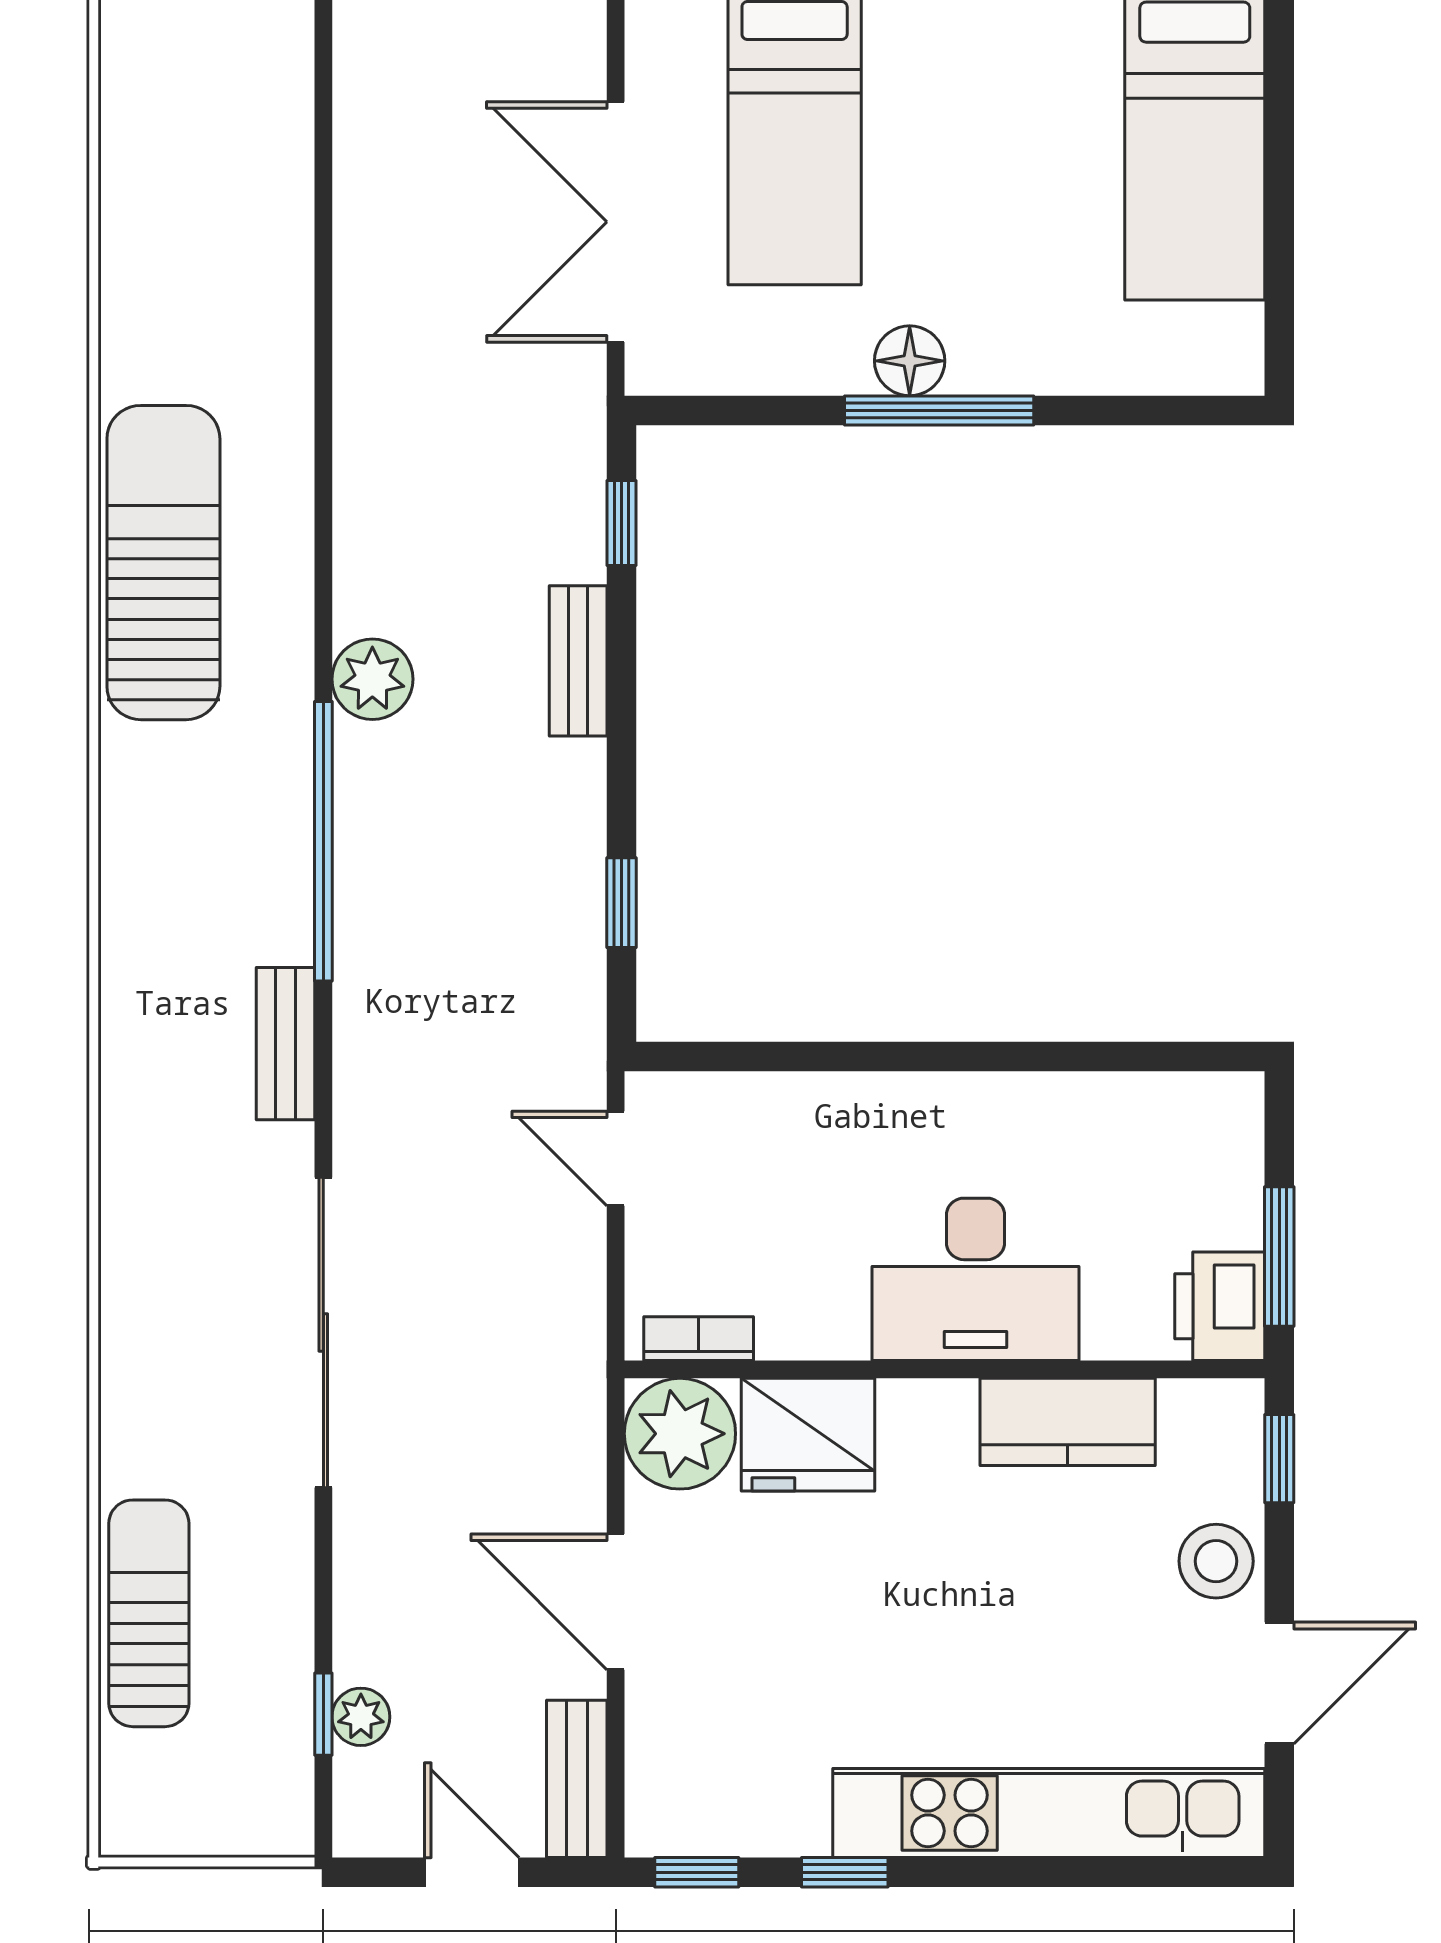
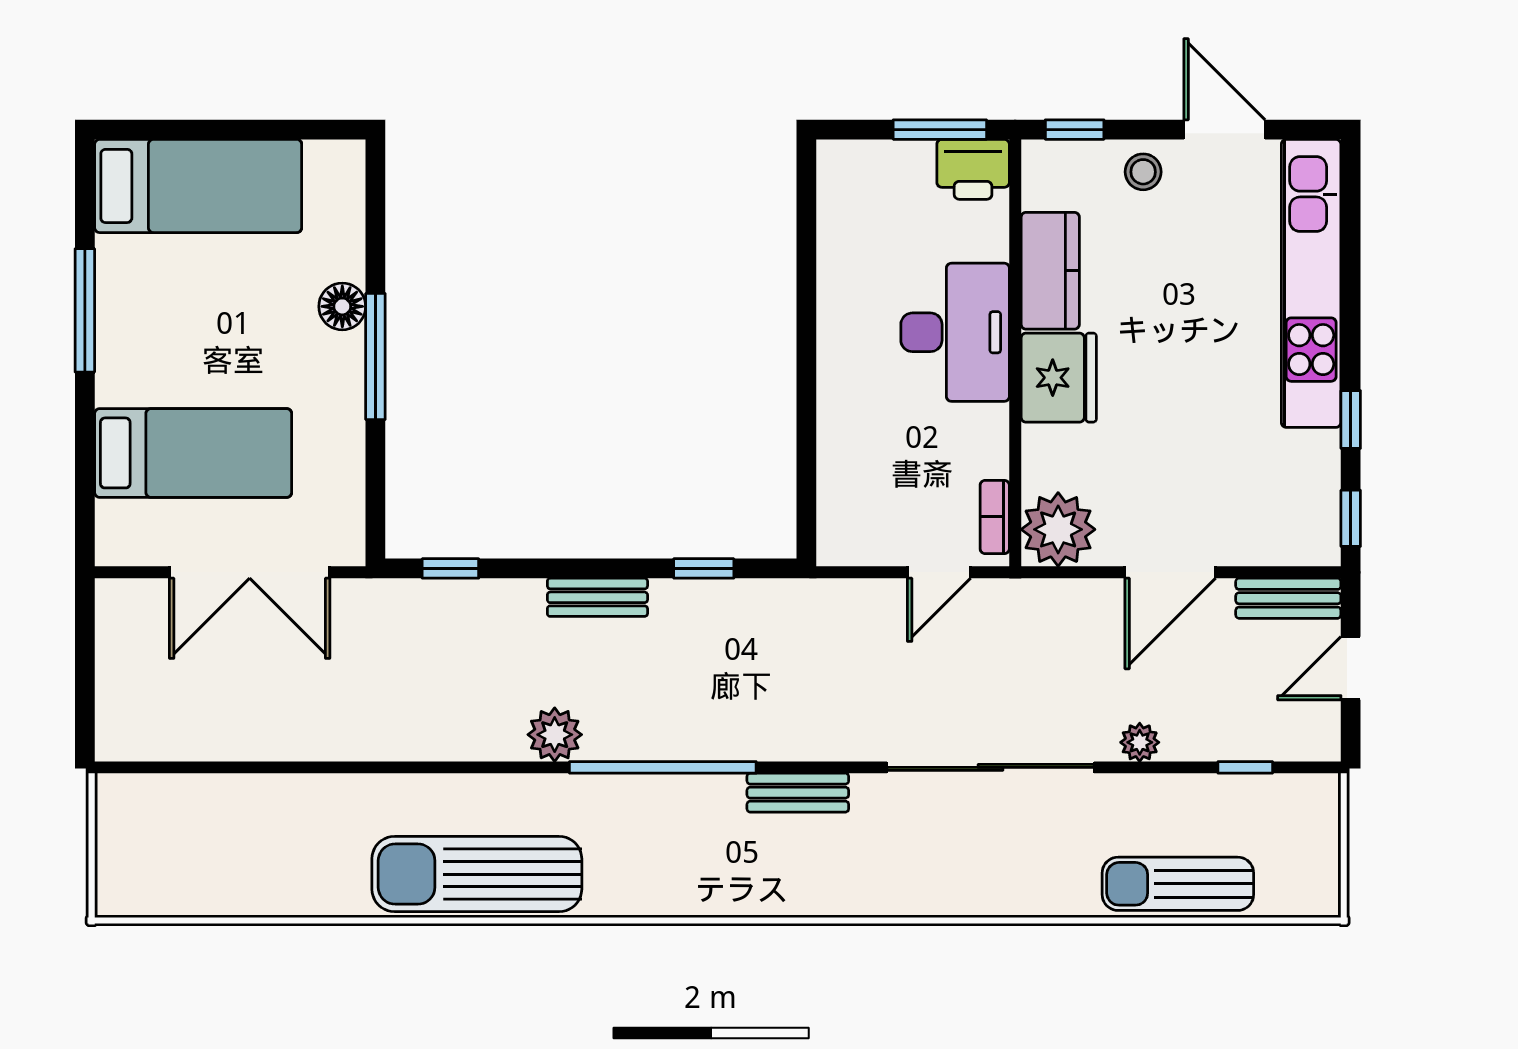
floor lamp: (910, 361) -> (342, 306), moved
bench: (578, 661) -> (597, 597), moved
door: (616, 1159) -> (939, 572), moved
fridge: (808, 1435) -> (1059, 378), moved
stool: (1216, 1561) -> (1143, 172), width x0.73, depth x0.73
plant: (361, 1717) -> (1140, 742), moved

